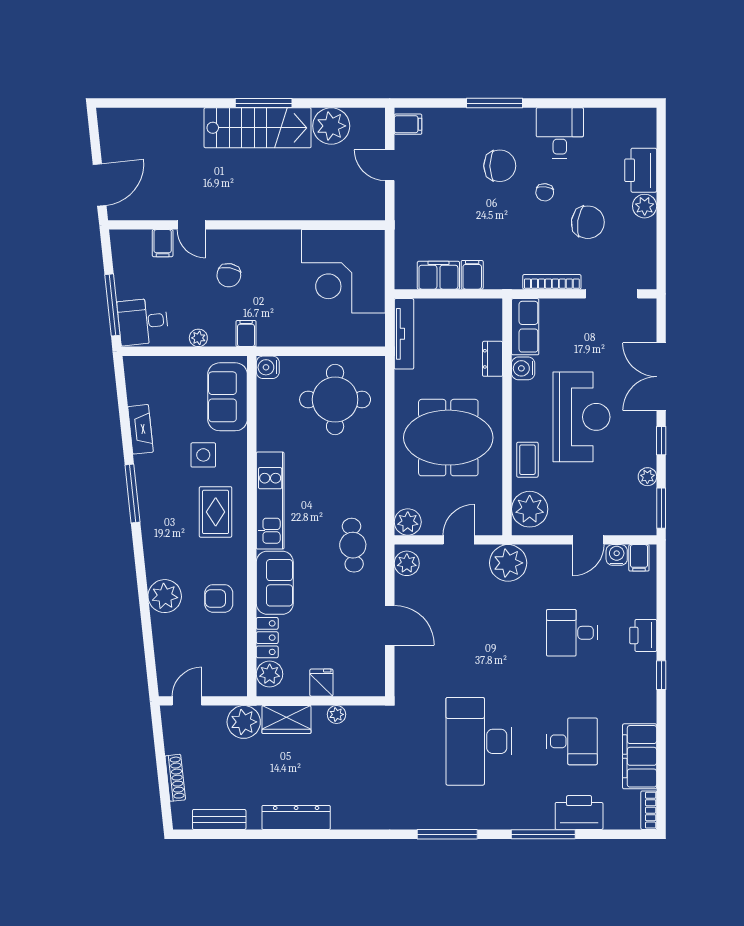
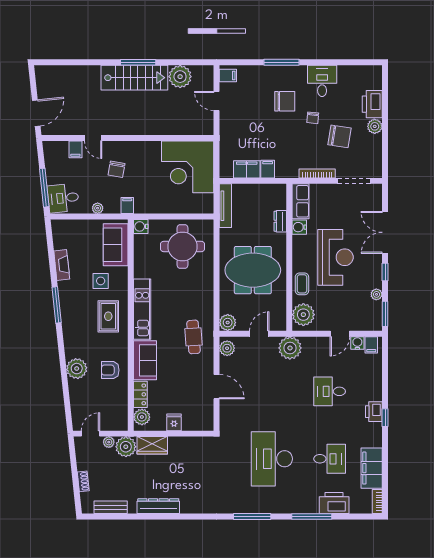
printer: (643, 635) -> (374, 412), moved
plant: (336, 714) -> (109, 442), moved
shoe rack: (175, 778) -> (83, 481), width x0.70

